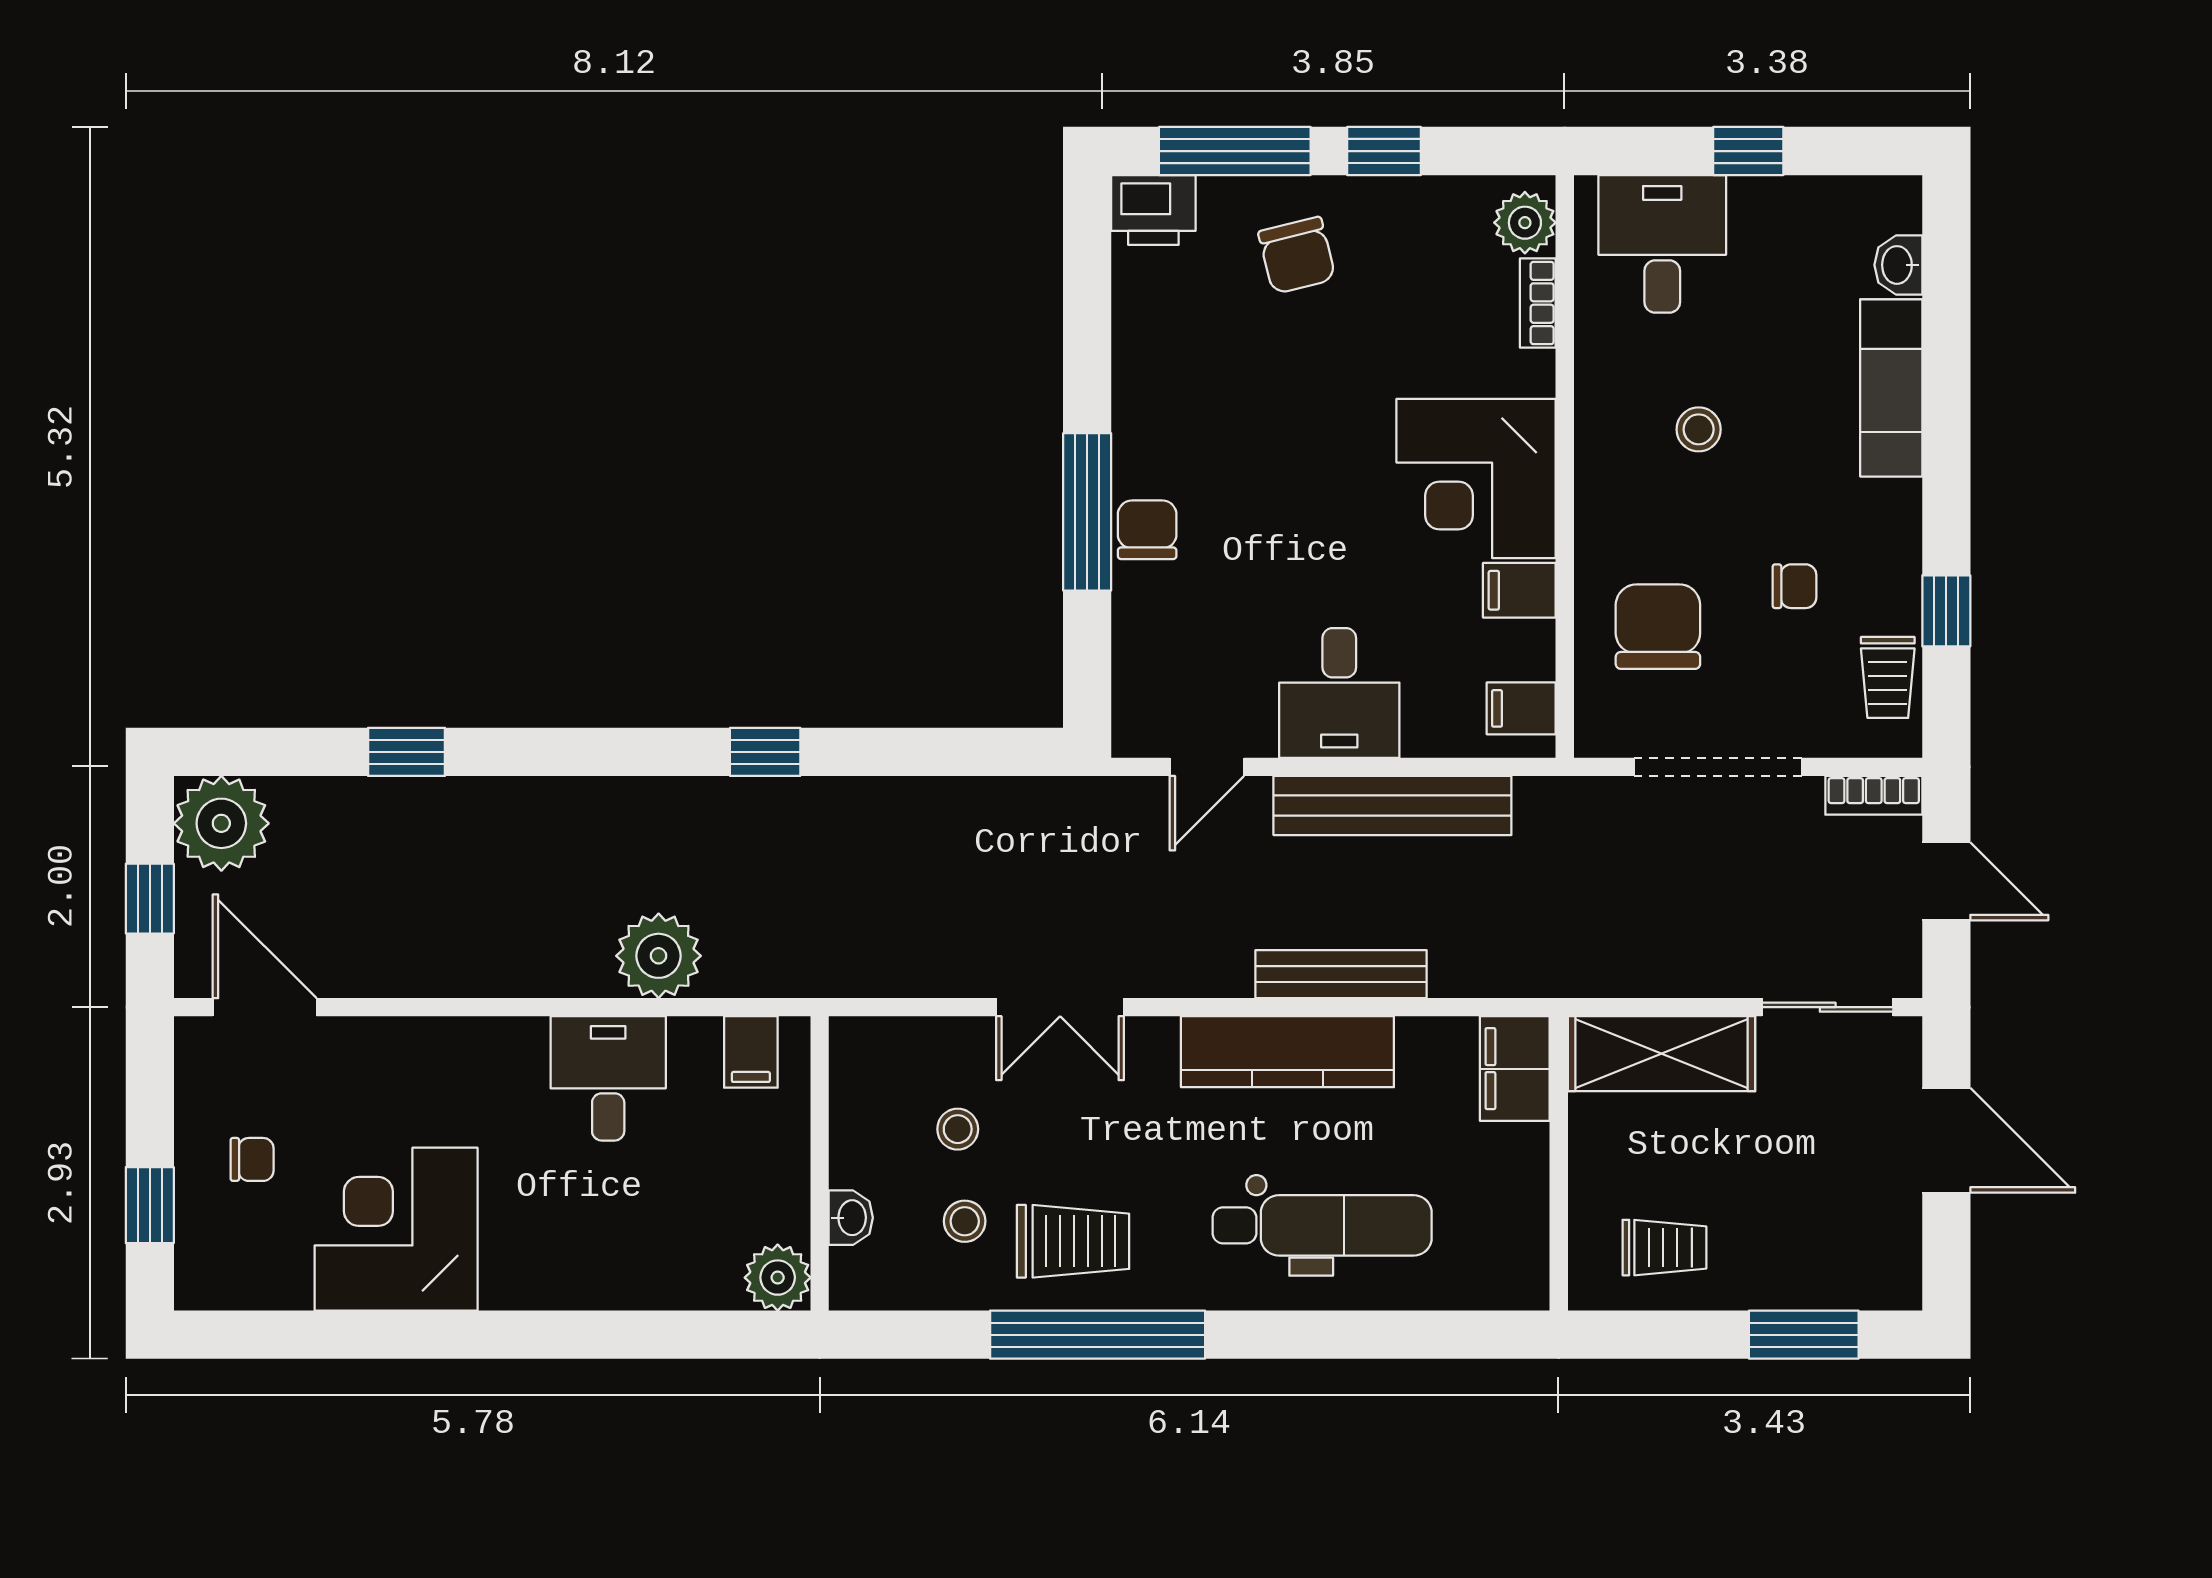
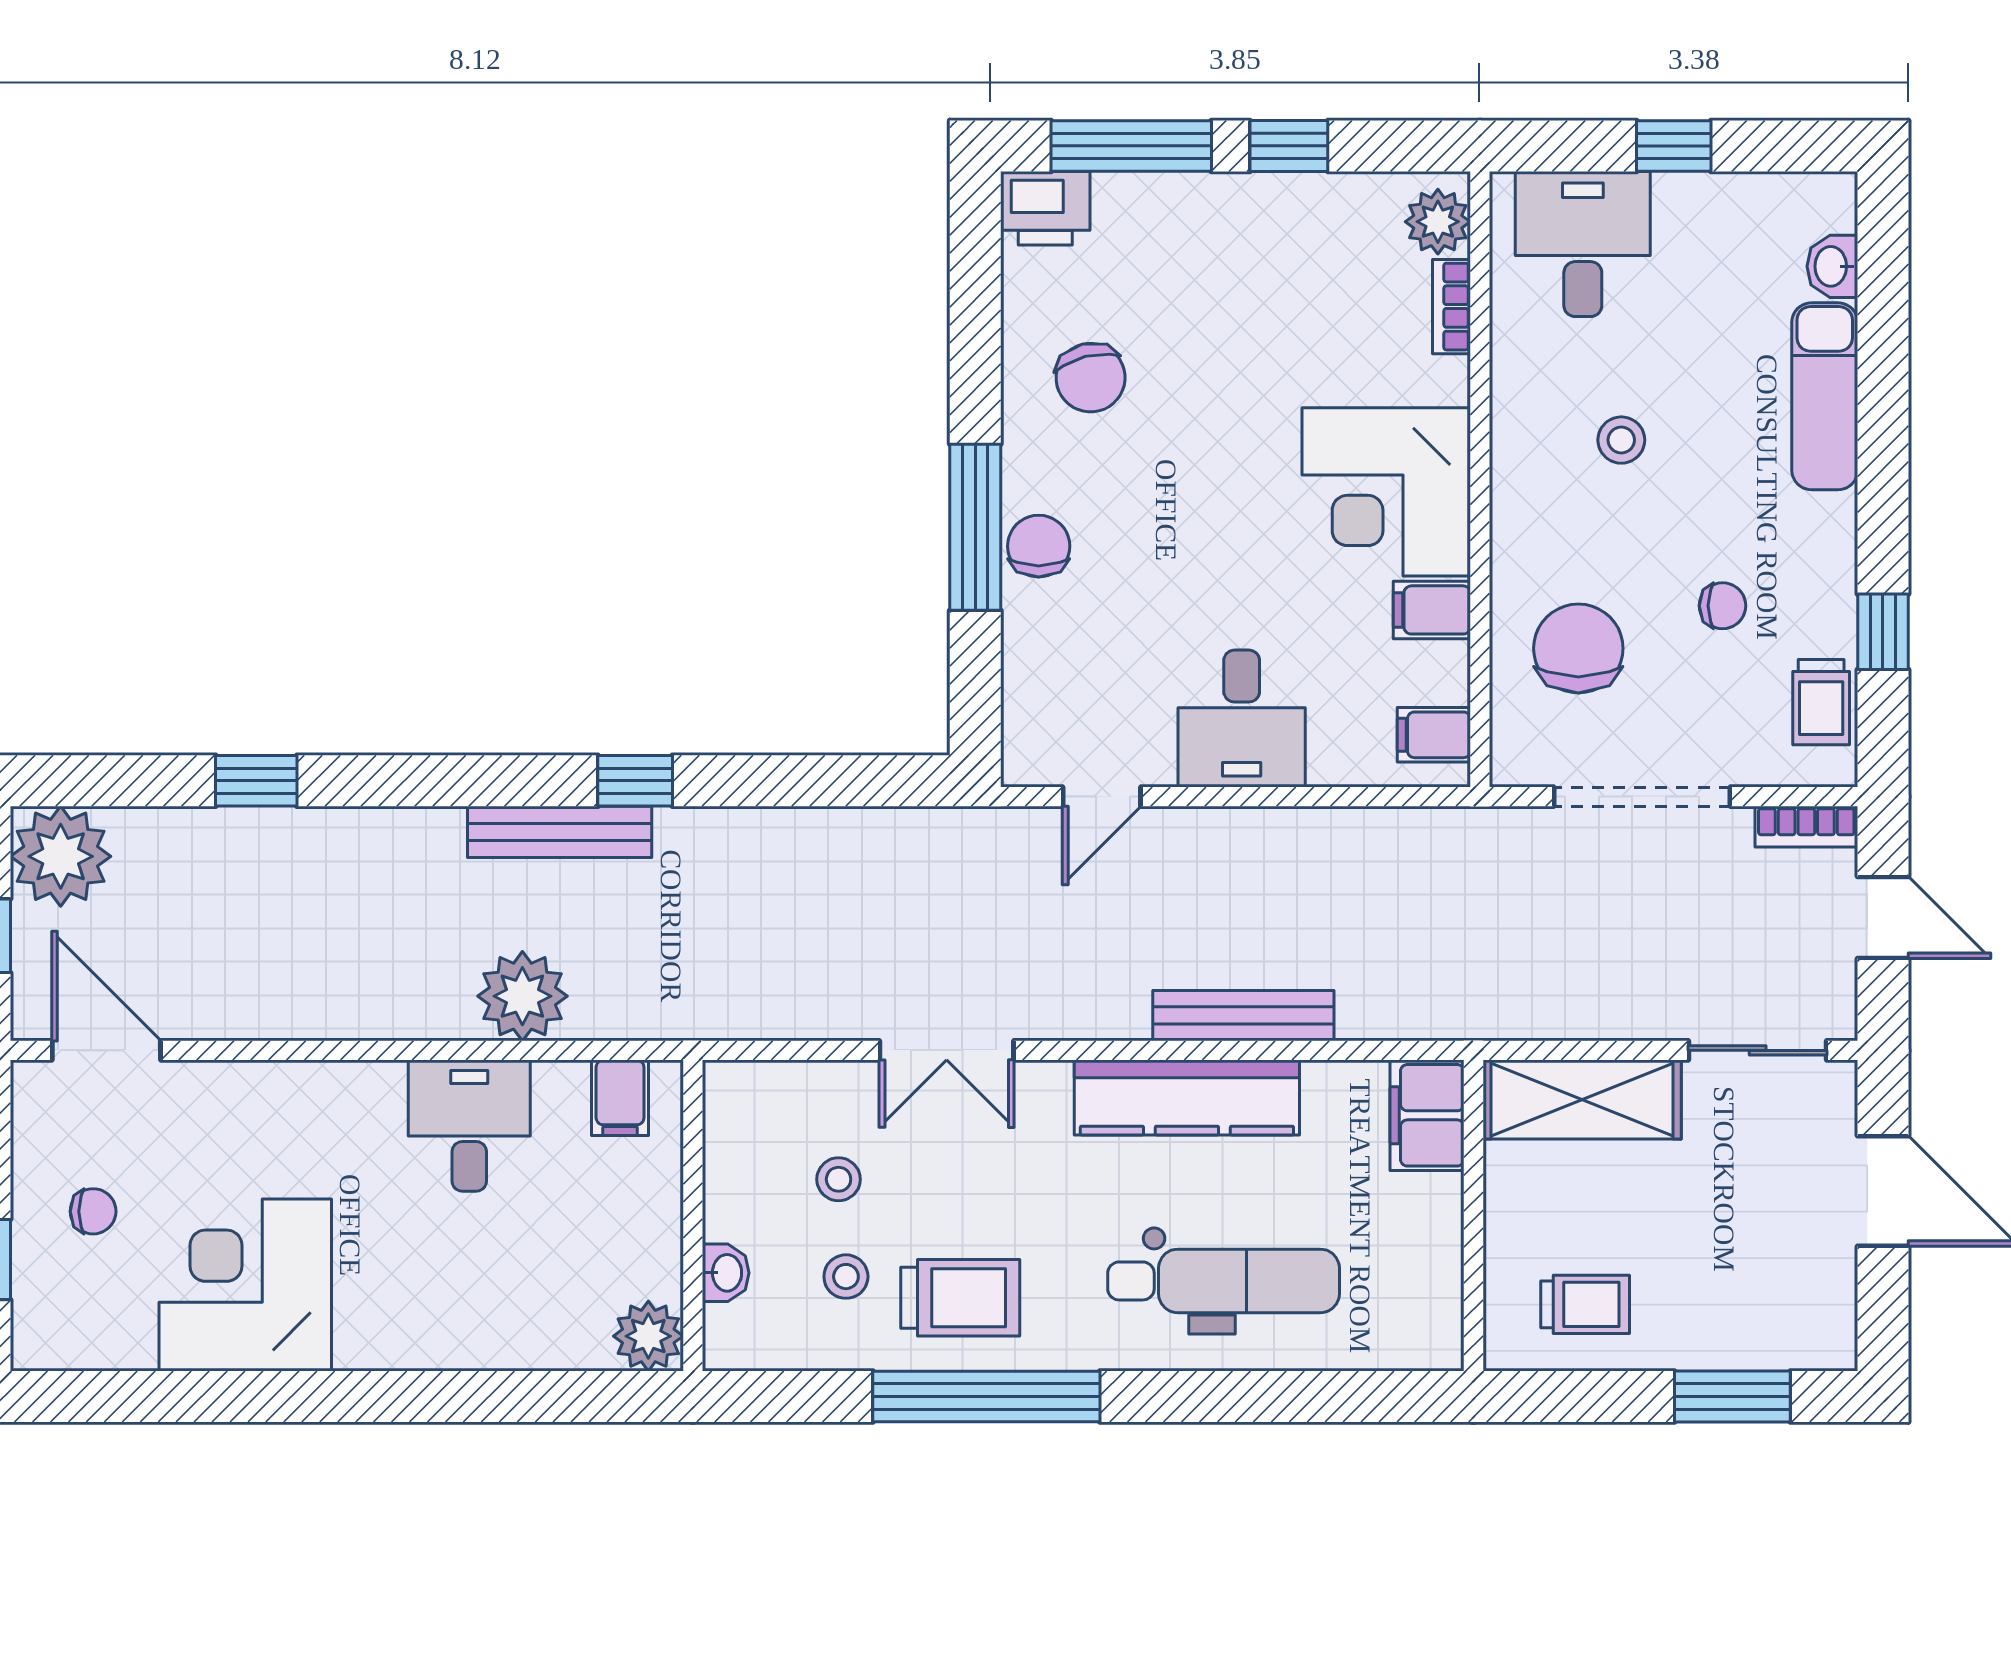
chair: (1297, 255) -> (1091, 378), moved
bench: (1392, 805) -> (560, 832), moved, width x0.73, depth x0.82

